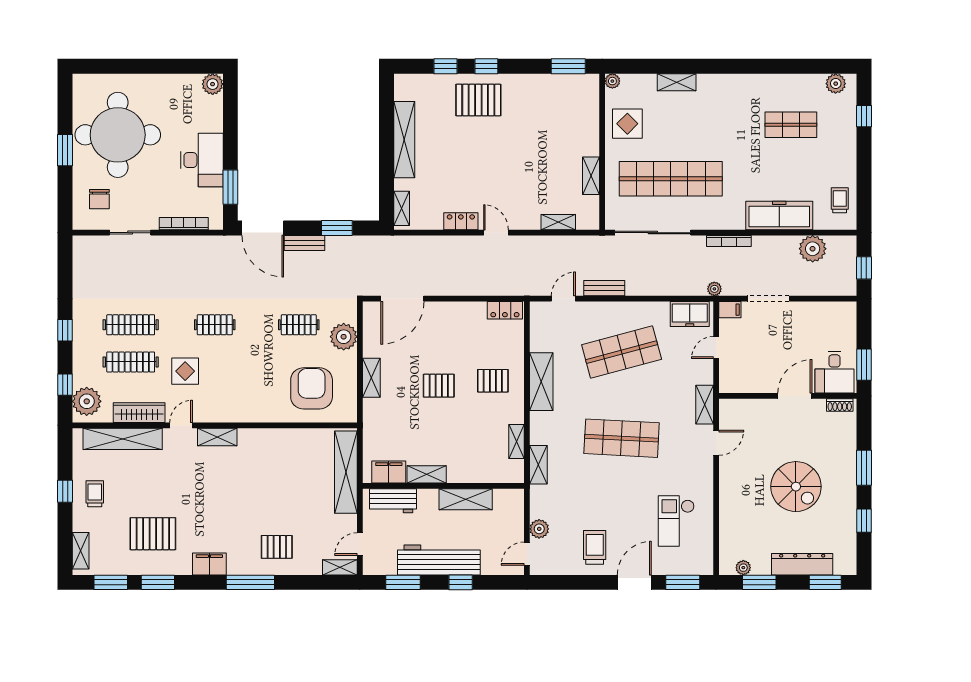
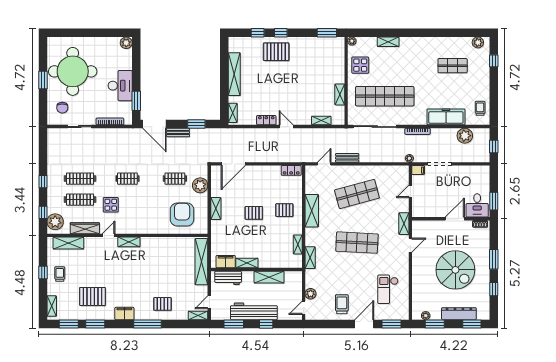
freezer: (690, 314) -> (395, 172), removed
shelving: (123, 439) -> (68, 243), width x0.68
spiral stairs: (796, 487) -> (455, 270), width x1.37, depth x1.37

